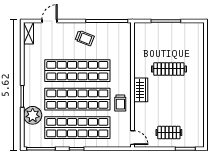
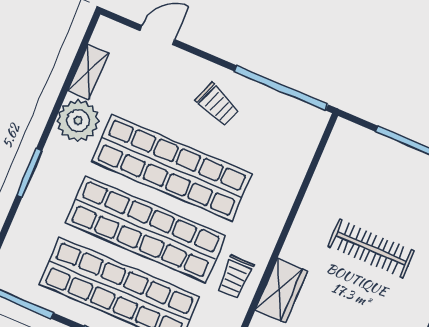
shelving: (29, 33) -> (88, 72), moved
wardrobe: (141, 90) -> (281, 291), moved
plant: (33, 115) -> (78, 121), moved

